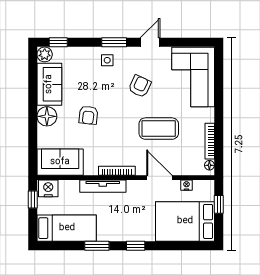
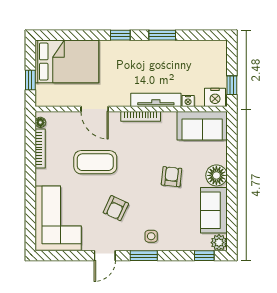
nightstand: (187, 185) -> (188, 101), moved
bed: (67, 228) -> (195, 54), removed

